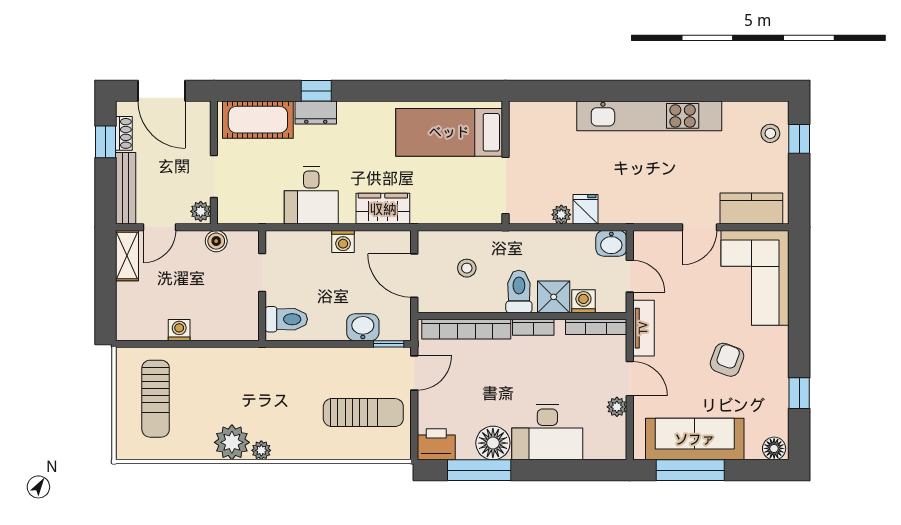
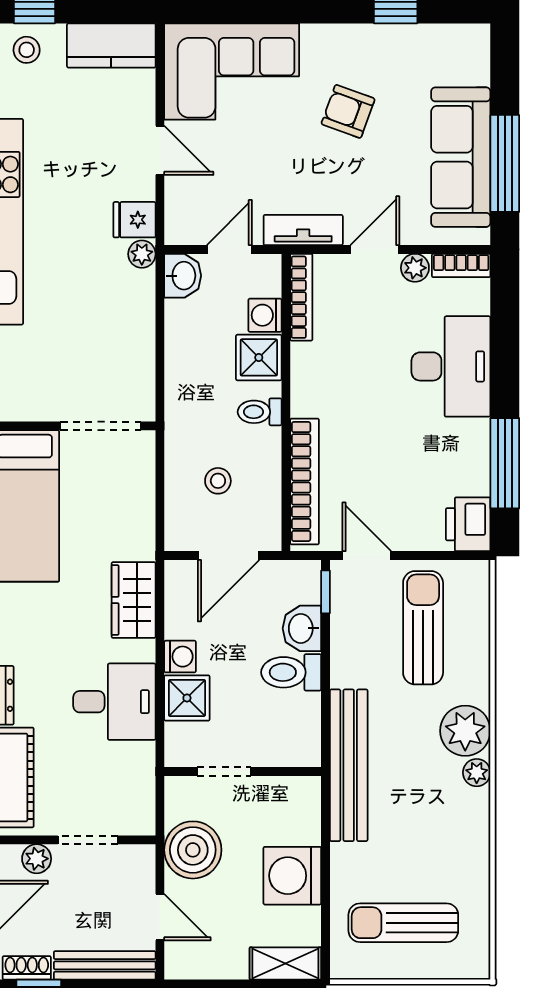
fridge: (585, 209) -> (134, 220), moved
kitchen counter: (751, 209) -> (111, 46), moved, turned -90
plant: (201, 211) -> (37, 859), moved
plant: (561, 215) -> (142, 254), moved
boiler: (216, 241) -> (193, 850), width x1.86, depth x1.86
shower: (314, 246) -> (187, 698), added
shelving: (127, 256) -> (285, 963), moved
toilet: (519, 292) -> (260, 412), width x0.73, depth x0.72
toilet: (286, 319) -> (291, 672), moved, turned -90
bookcase: (533, 327) -> (461, 265), moved, turned 90
washing machine: (179, 330) -> (292, 876), width x1.89, depth x1.89
bench: (266, 360) -> (349, 765), added
sun lounger: (156, 399) -> (403, 923), turned 180
plant: (232, 442) -> (465, 731), moved
floor lamp: (493, 443) -> (466, 444), removed
floor lamp: (774, 448) -> (474, 45), removed

